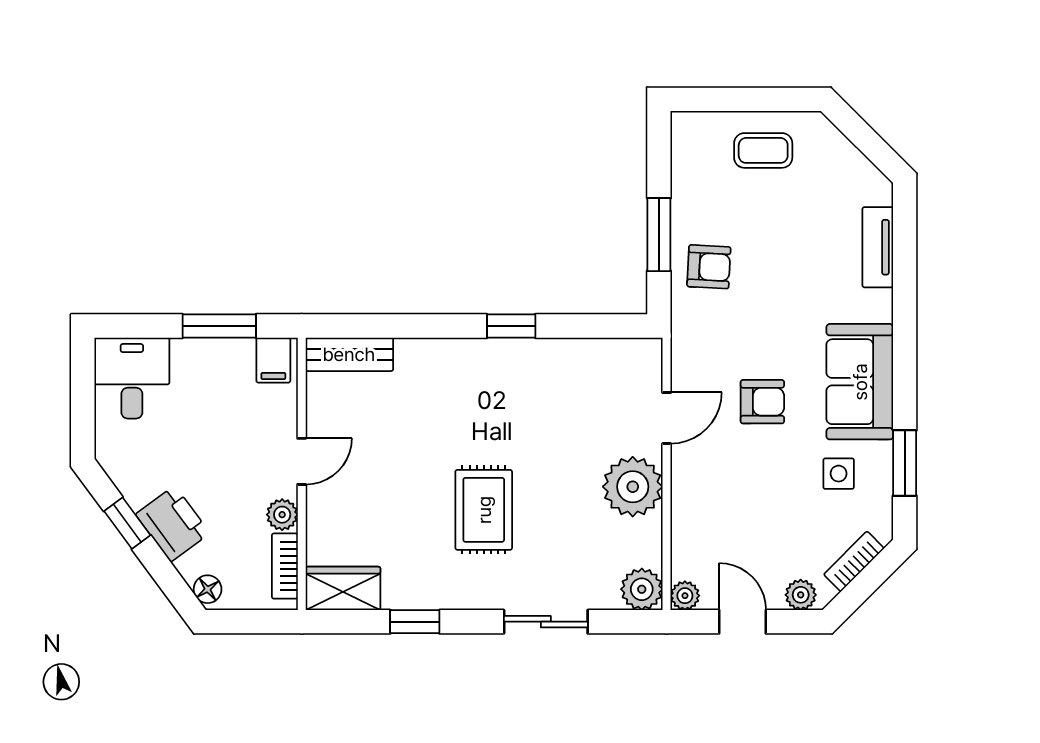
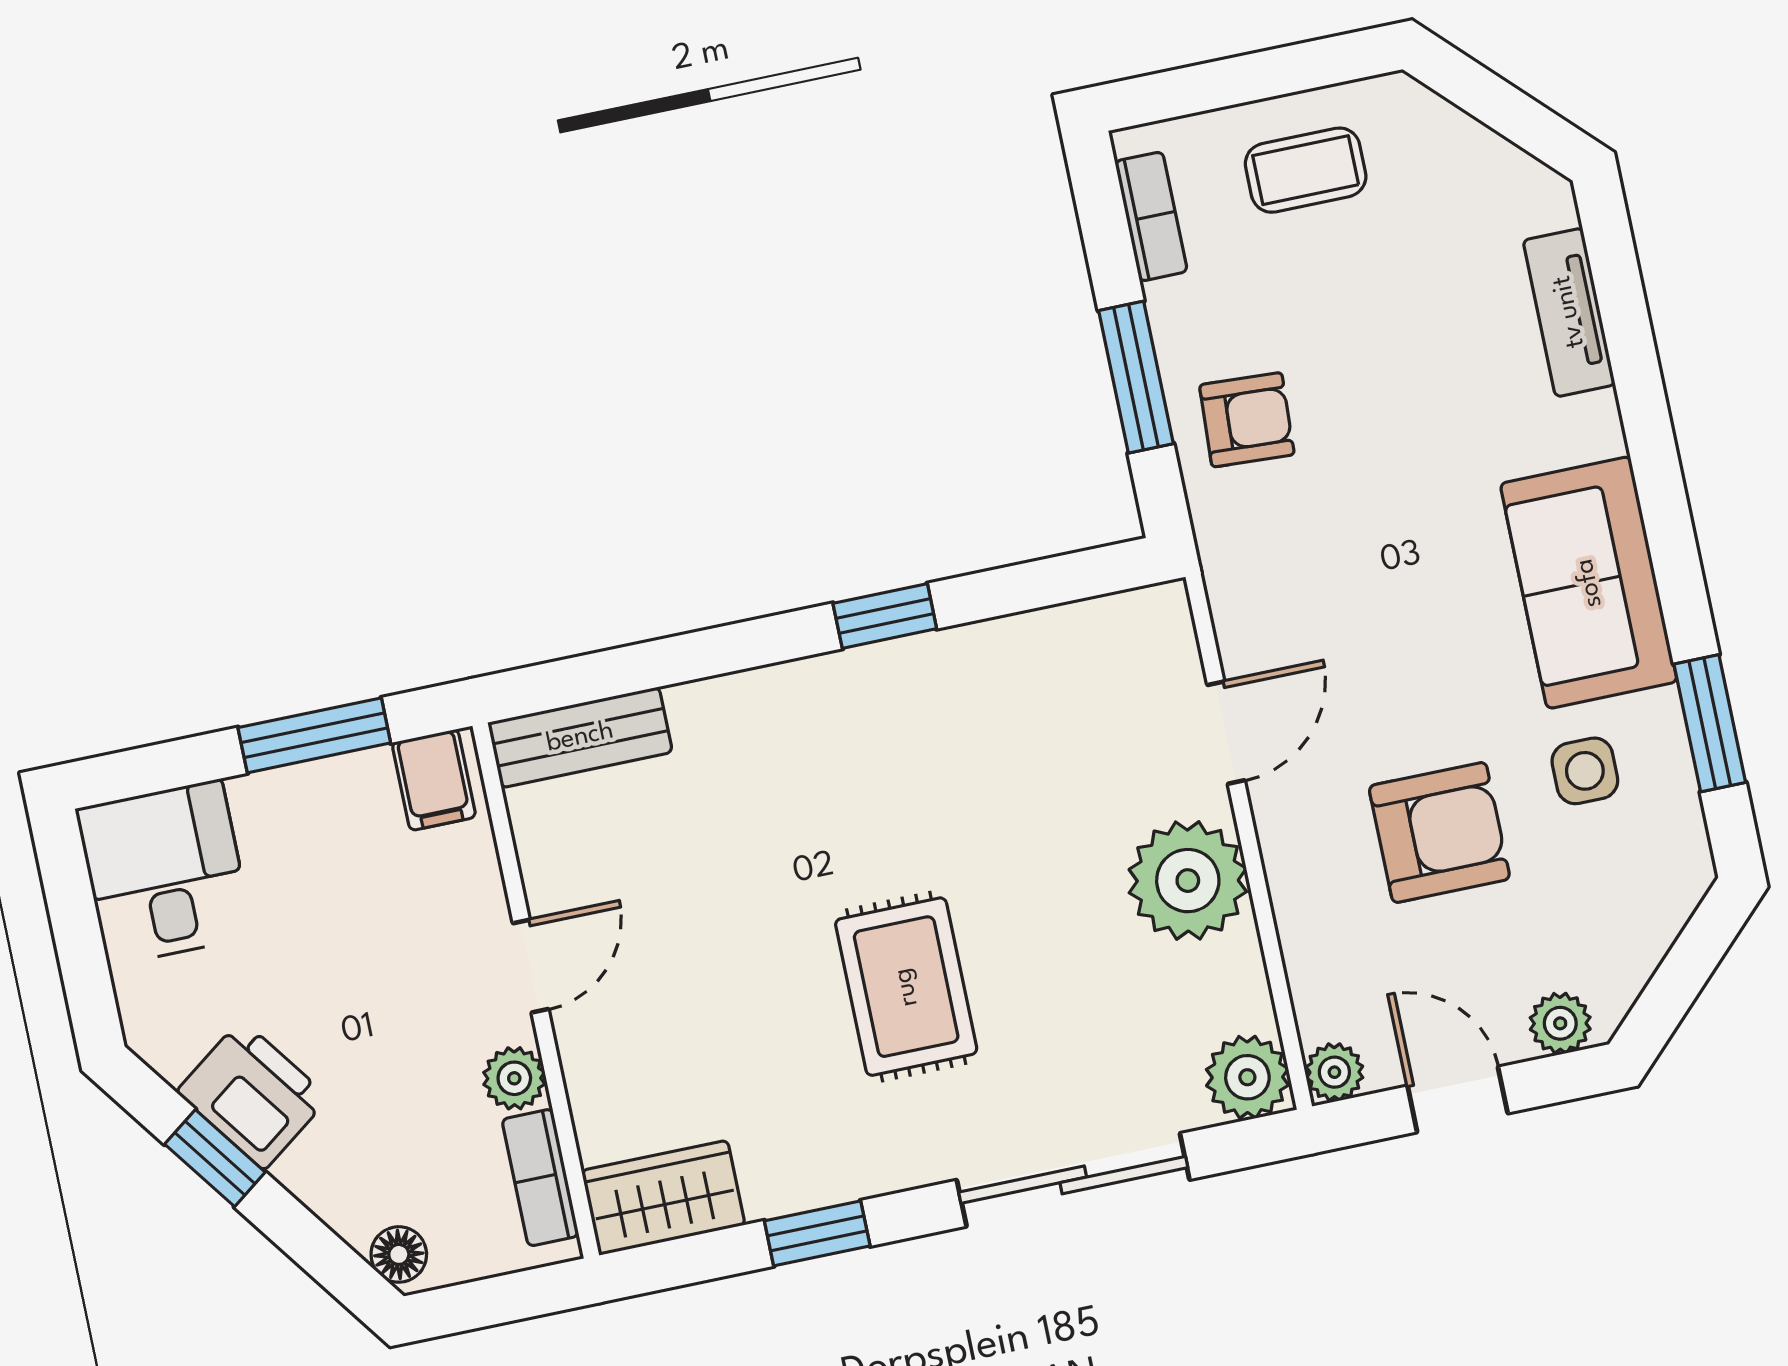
armchair: (762, 402) -> (1439, 832), moved, width x1.38, depth x1.38
printer: (173, 524) -> (253, 1095), moved
bookcase: (854, 561) -> (1151, 216), moved, turned 135
sliding door: (546, 622) -> (1073, 1180), width x1.37

